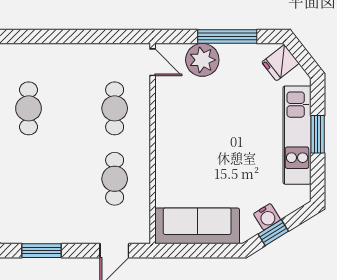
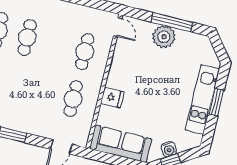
plant: (202, 60) -> (164, 37), moved
fridge: (280, 63) -> (112, 98), moved, turned -142

